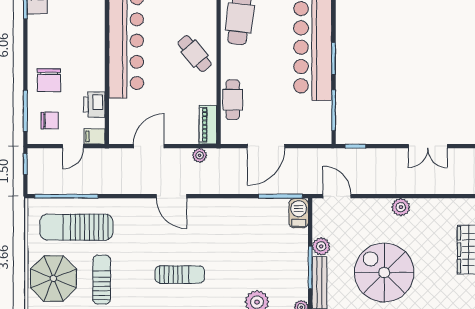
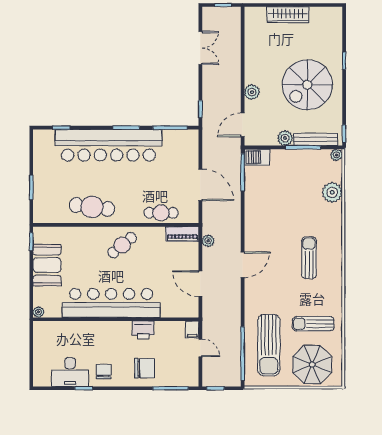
printer: (94, 105) -> (143, 330), moved
chair: (50, 120) -> (104, 372), moved
plant: (401, 207) -> (252, 92), moved

